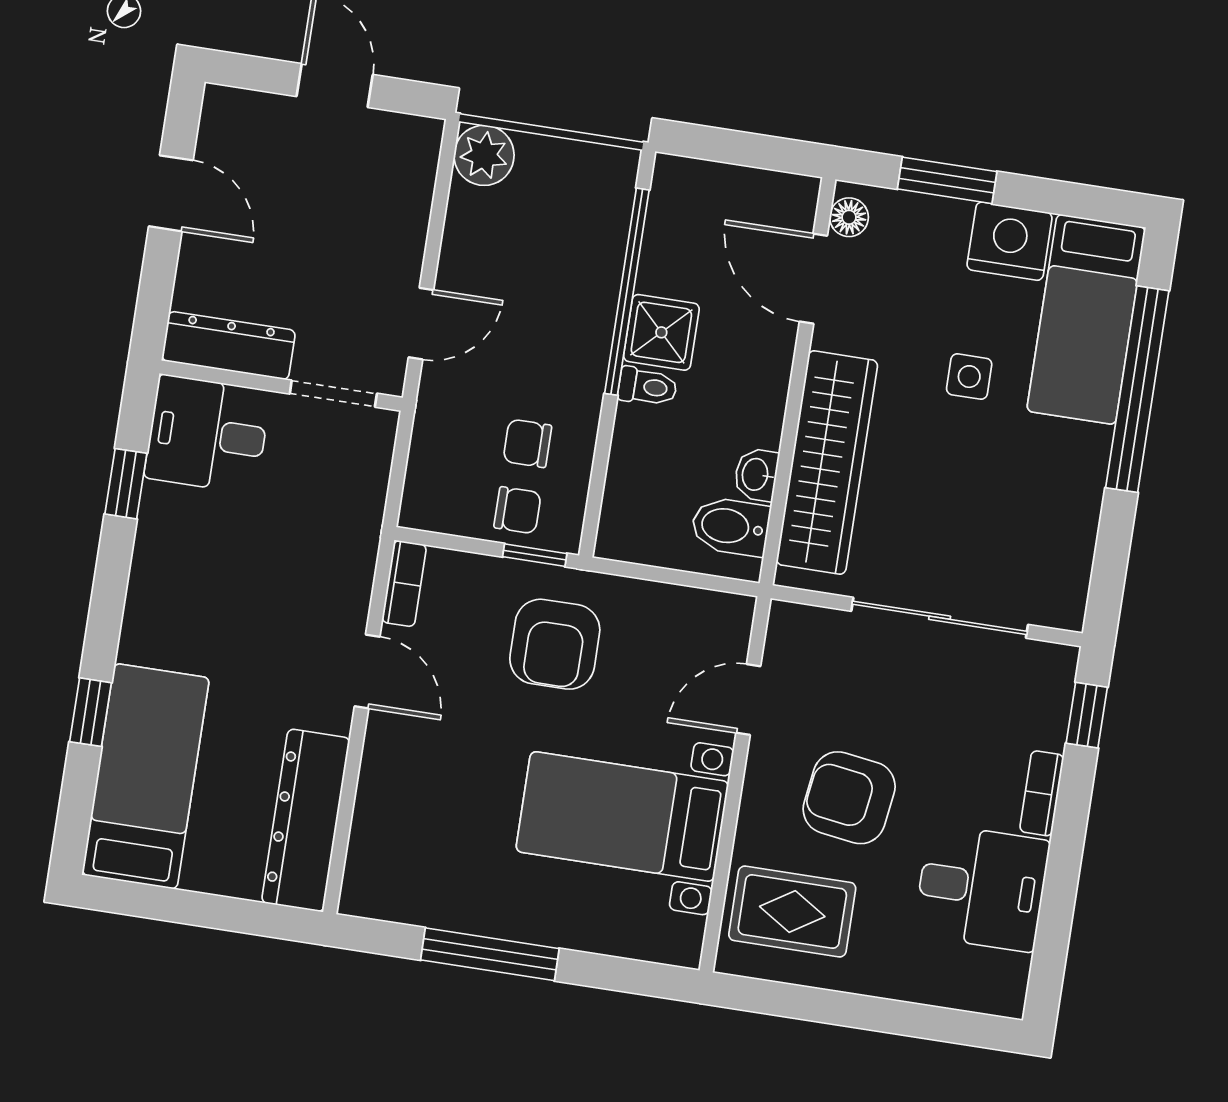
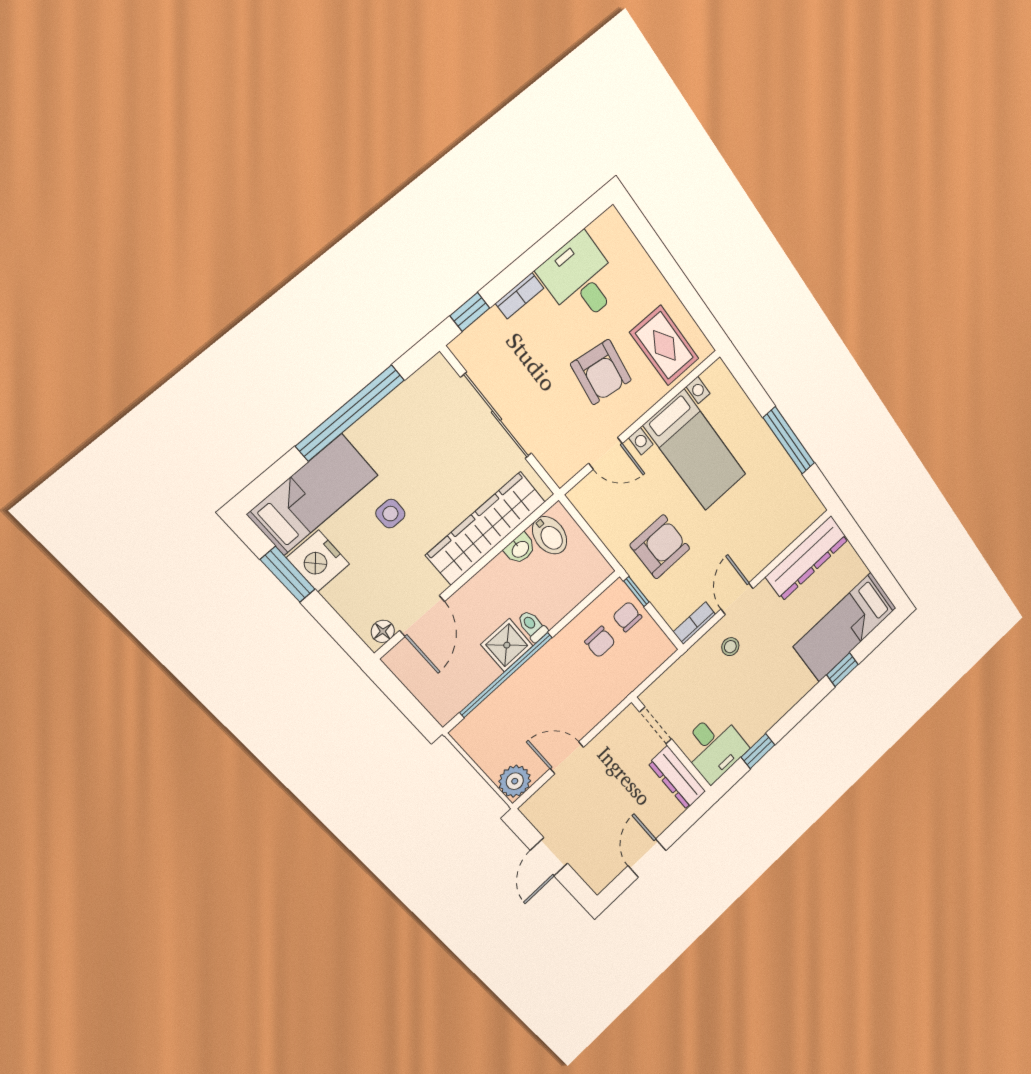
window: (947, 180) -> (288, 574), moved
door: (421, 324) -> (567, 758), moved
window: (1137, 389) -> (350, 413), moved
stool: (315, 597) -> (730, 647), added

